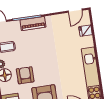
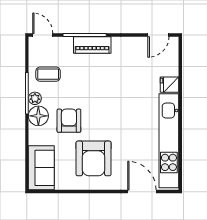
fridge: (86, 31) -> (169, 85), moved

